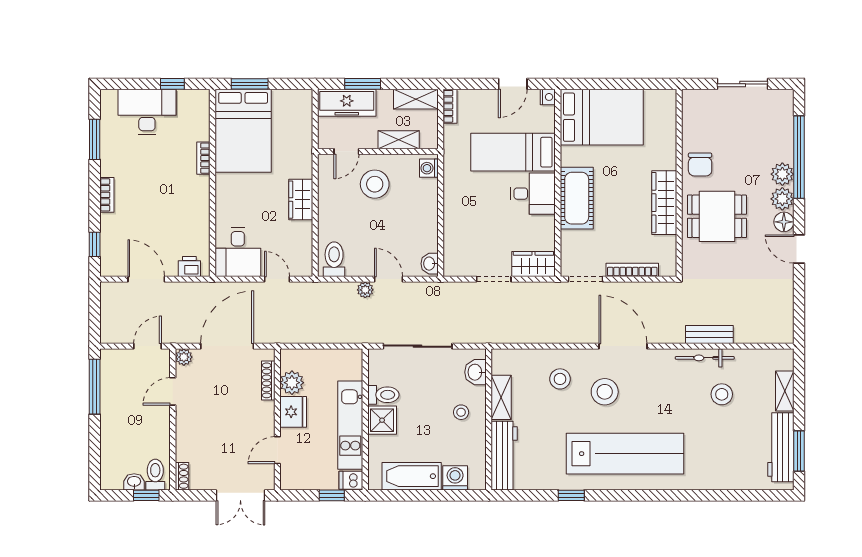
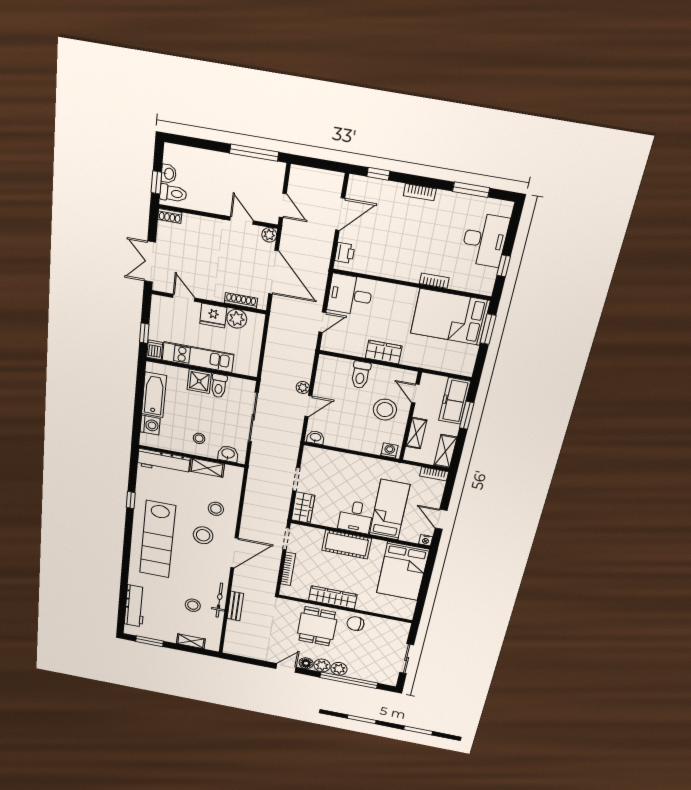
toilet: (334, 259) -> (361, 375), moved, turned 90
workbench: (781, 447) -> (135, 606), moved, turned 90

